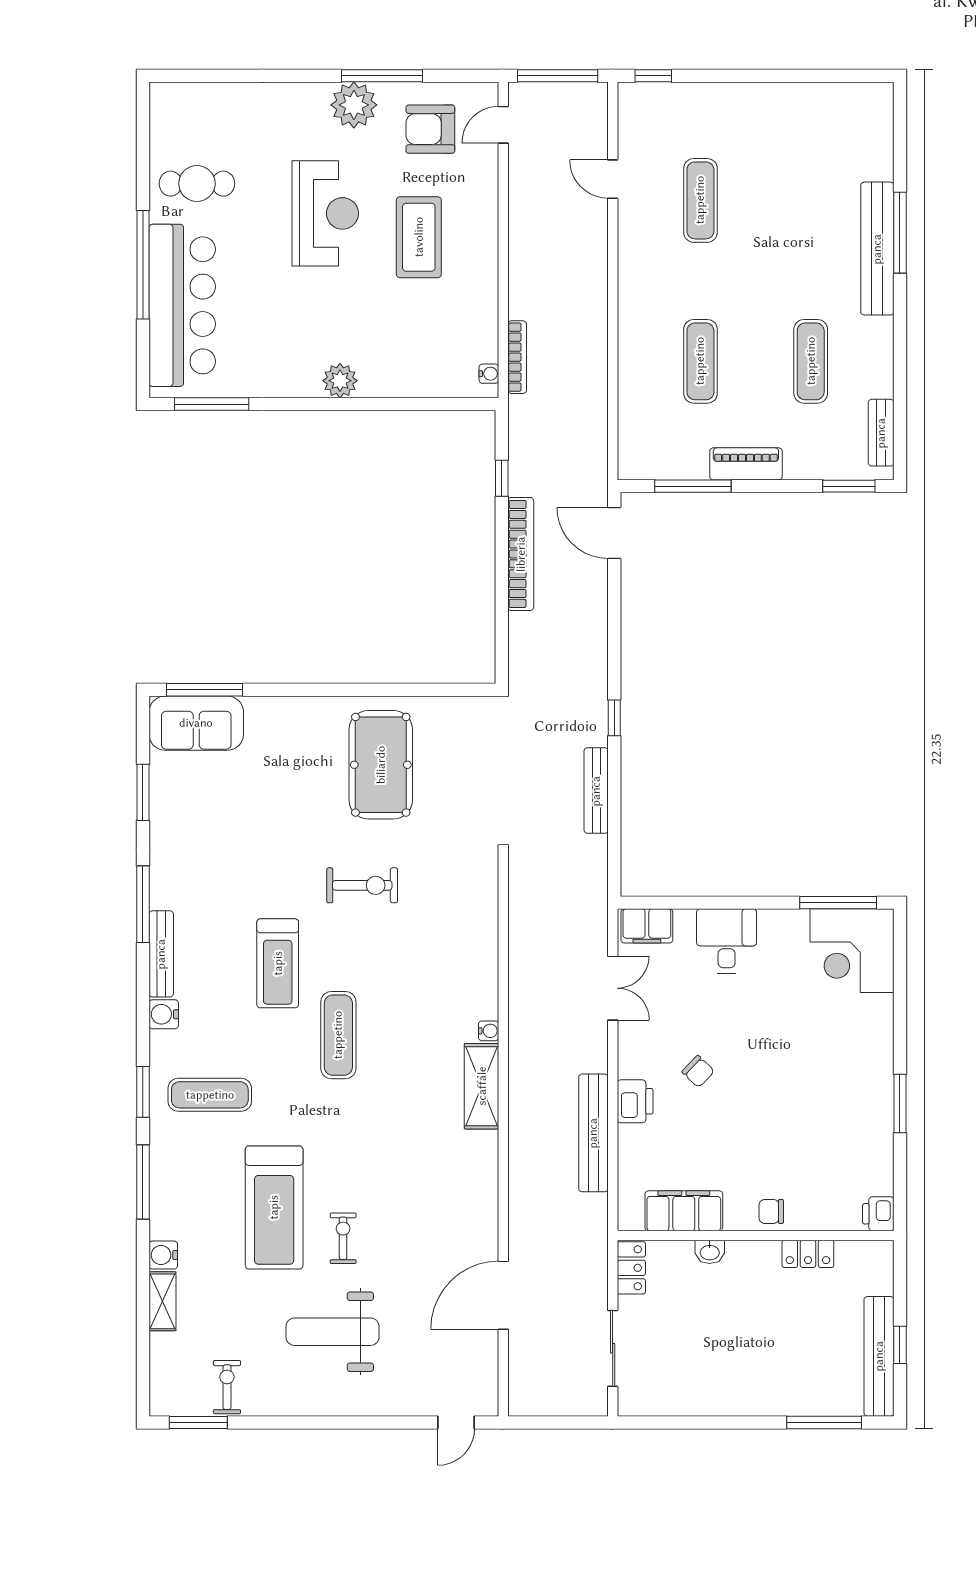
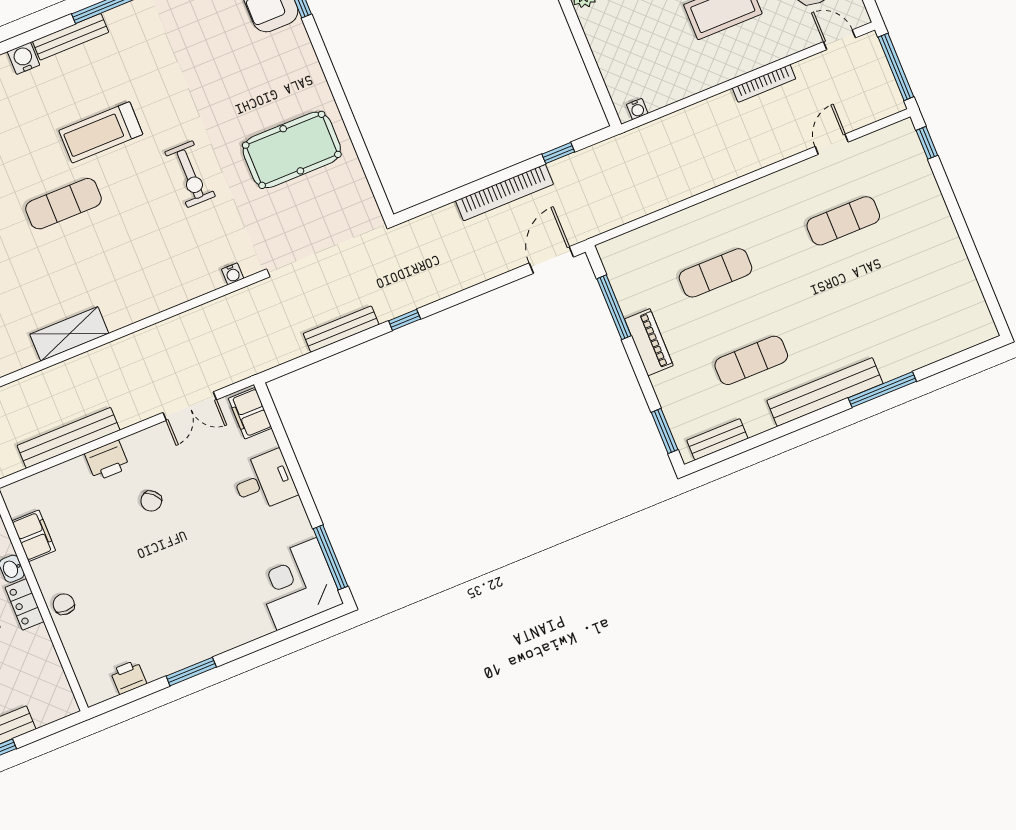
bench: (877, 249) -> (825, 392), moved
bookcase: (517, 357) -> (764, 83), moved
water cooler: (489, 1031) -> (233, 274), moved
filing cabinet: (684, 1211) -> (34, 536), width x0.67, depth x0.86
printer: (878, 1214) -> (128, 677), moved
locker: (808, 1254) -> (25, 604), moved

